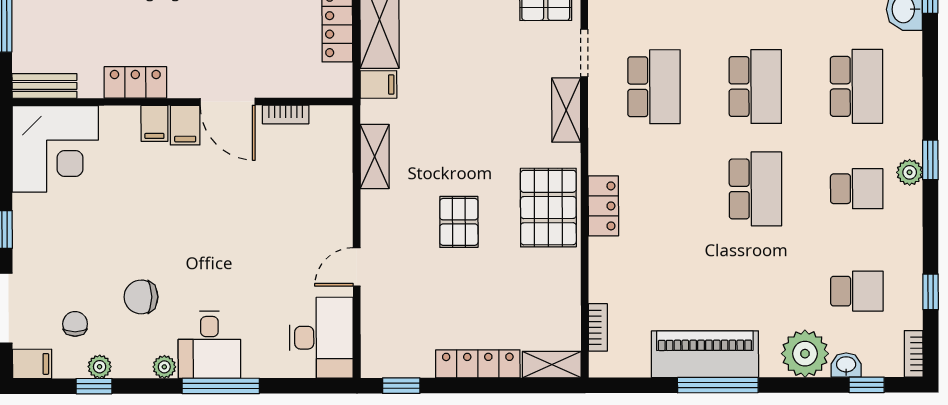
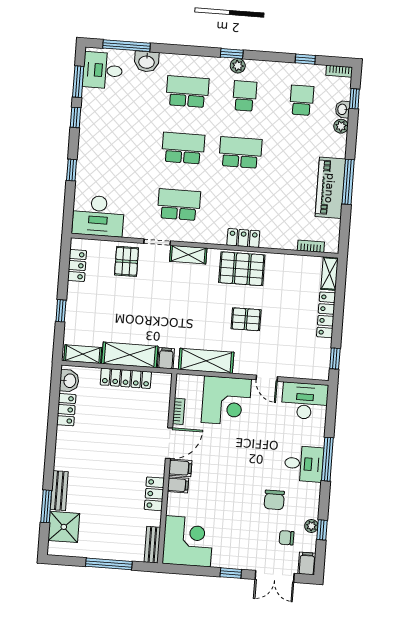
shelving: (375, 157) -> (206, 361), width x1.50, depth x1.33
corner desk: (311, 198) -> (226, 401), added
plant: (805, 354) -> (341, 126), width x0.53, depth x0.53
plant: (164, 367) -> (314, 490), removed

